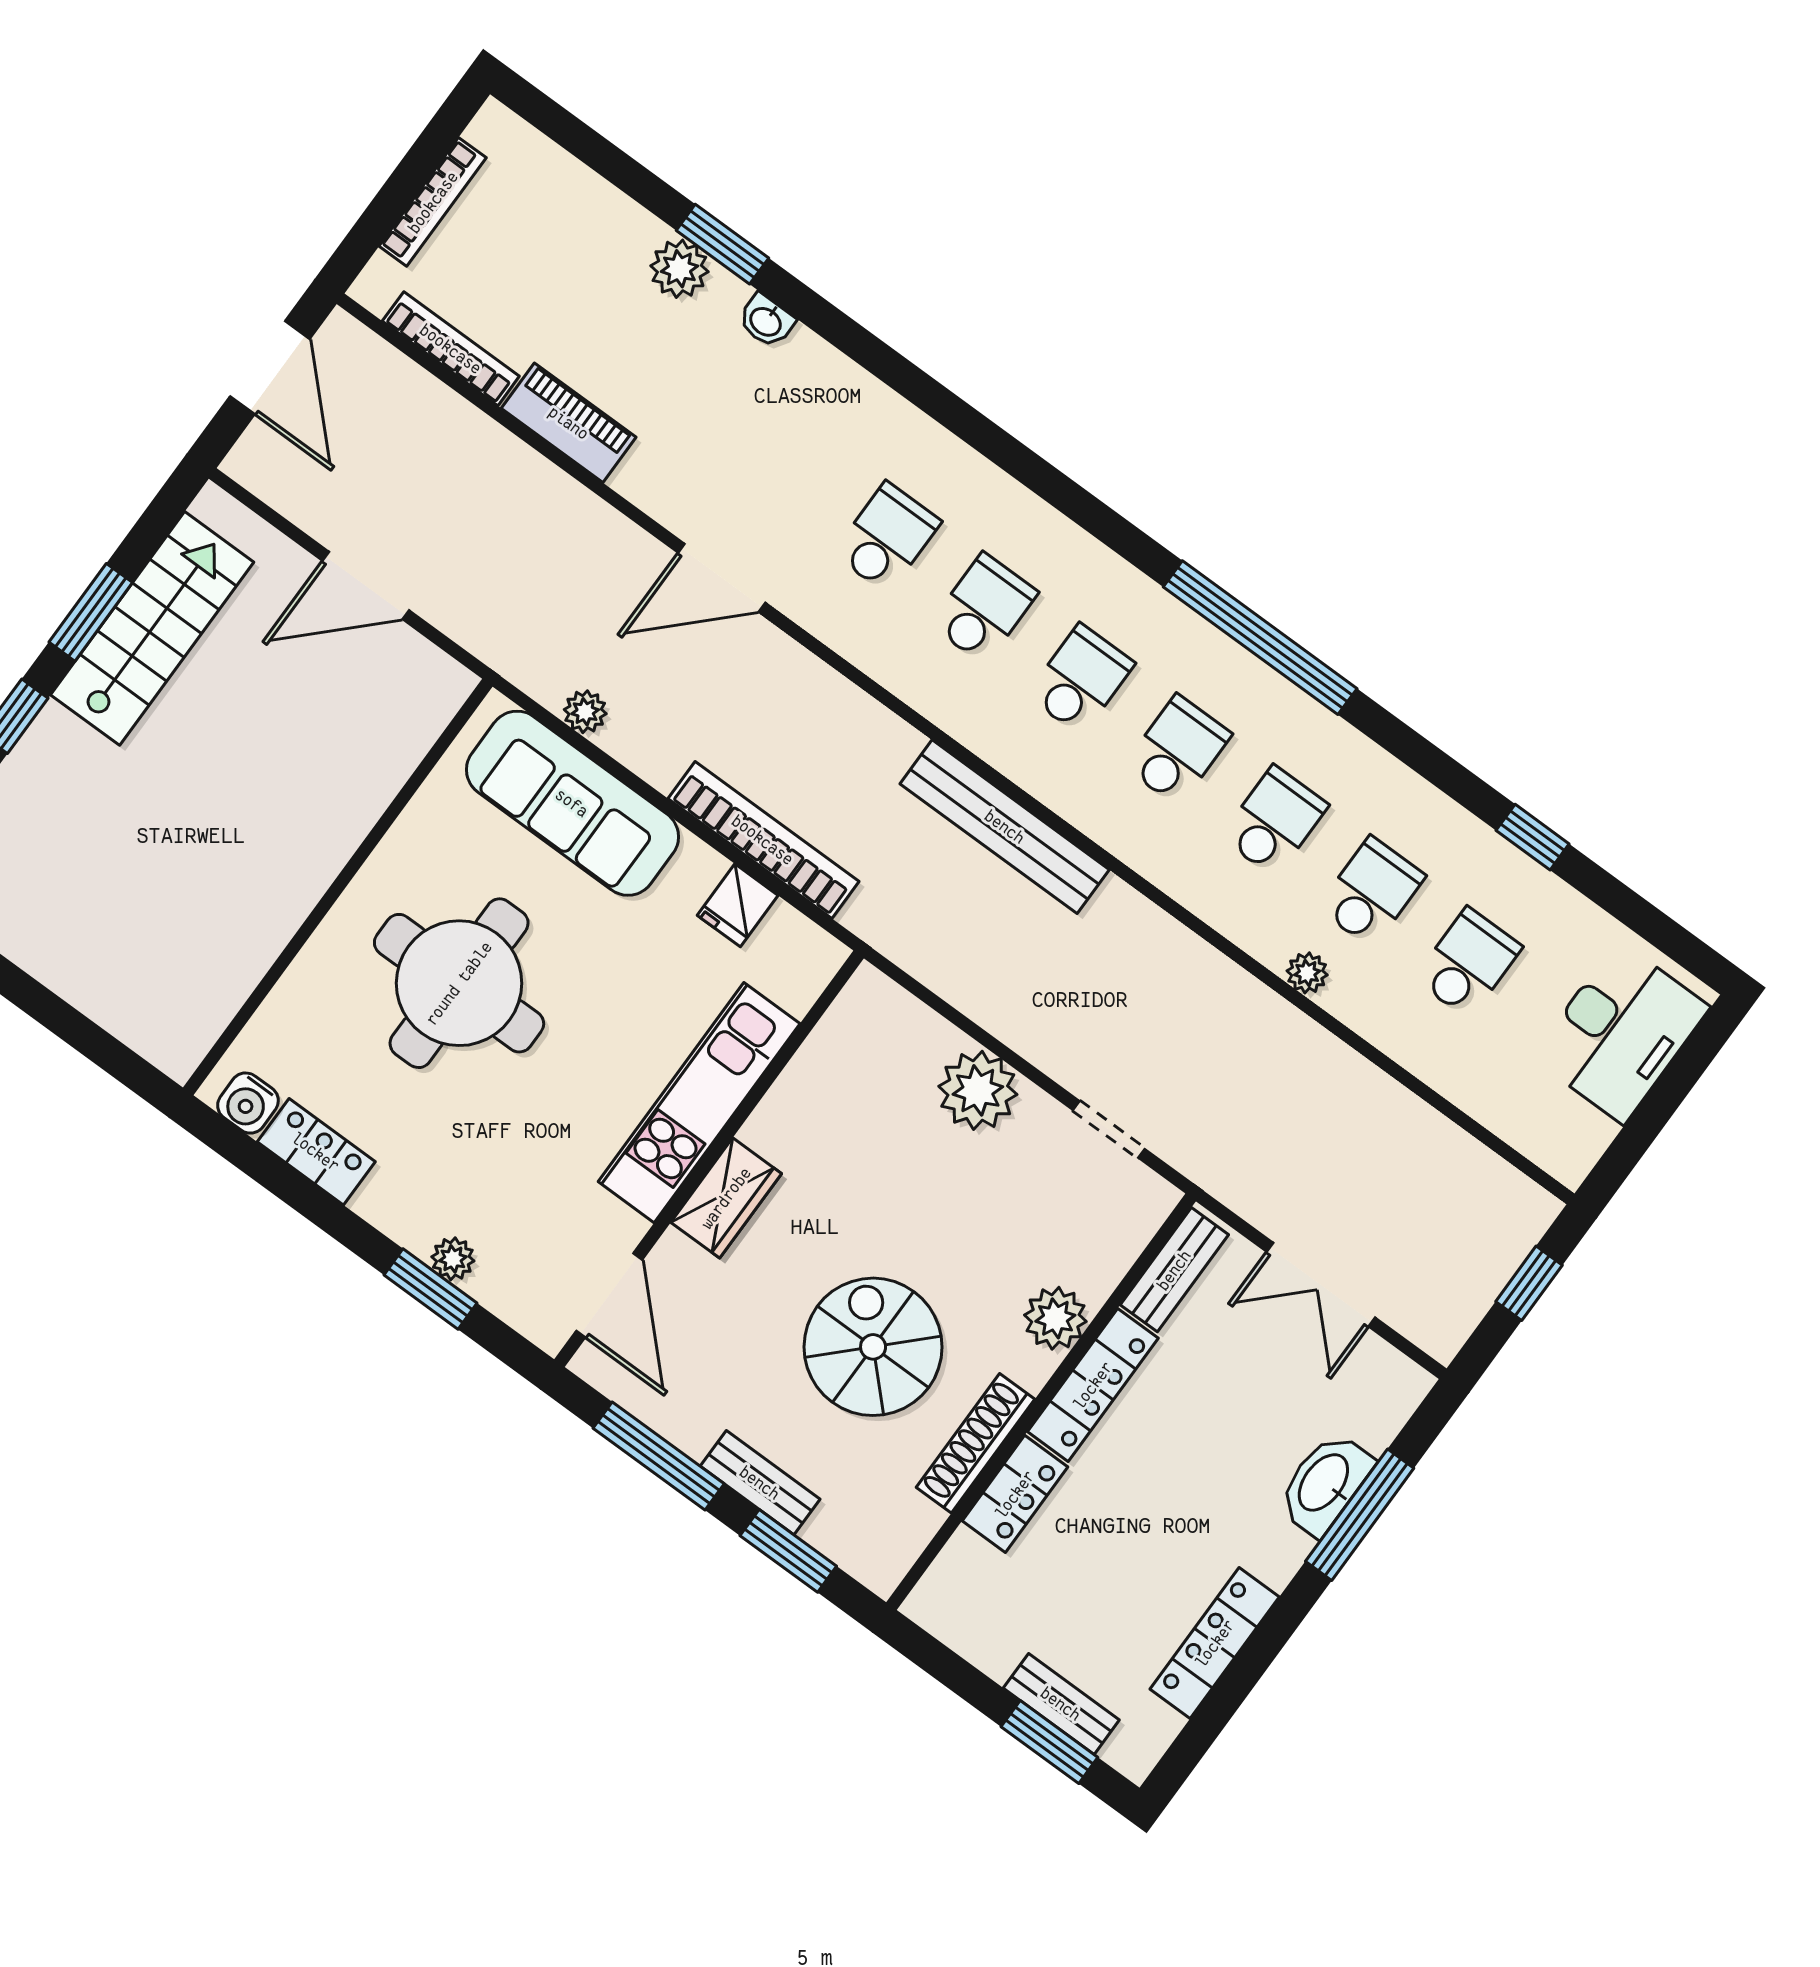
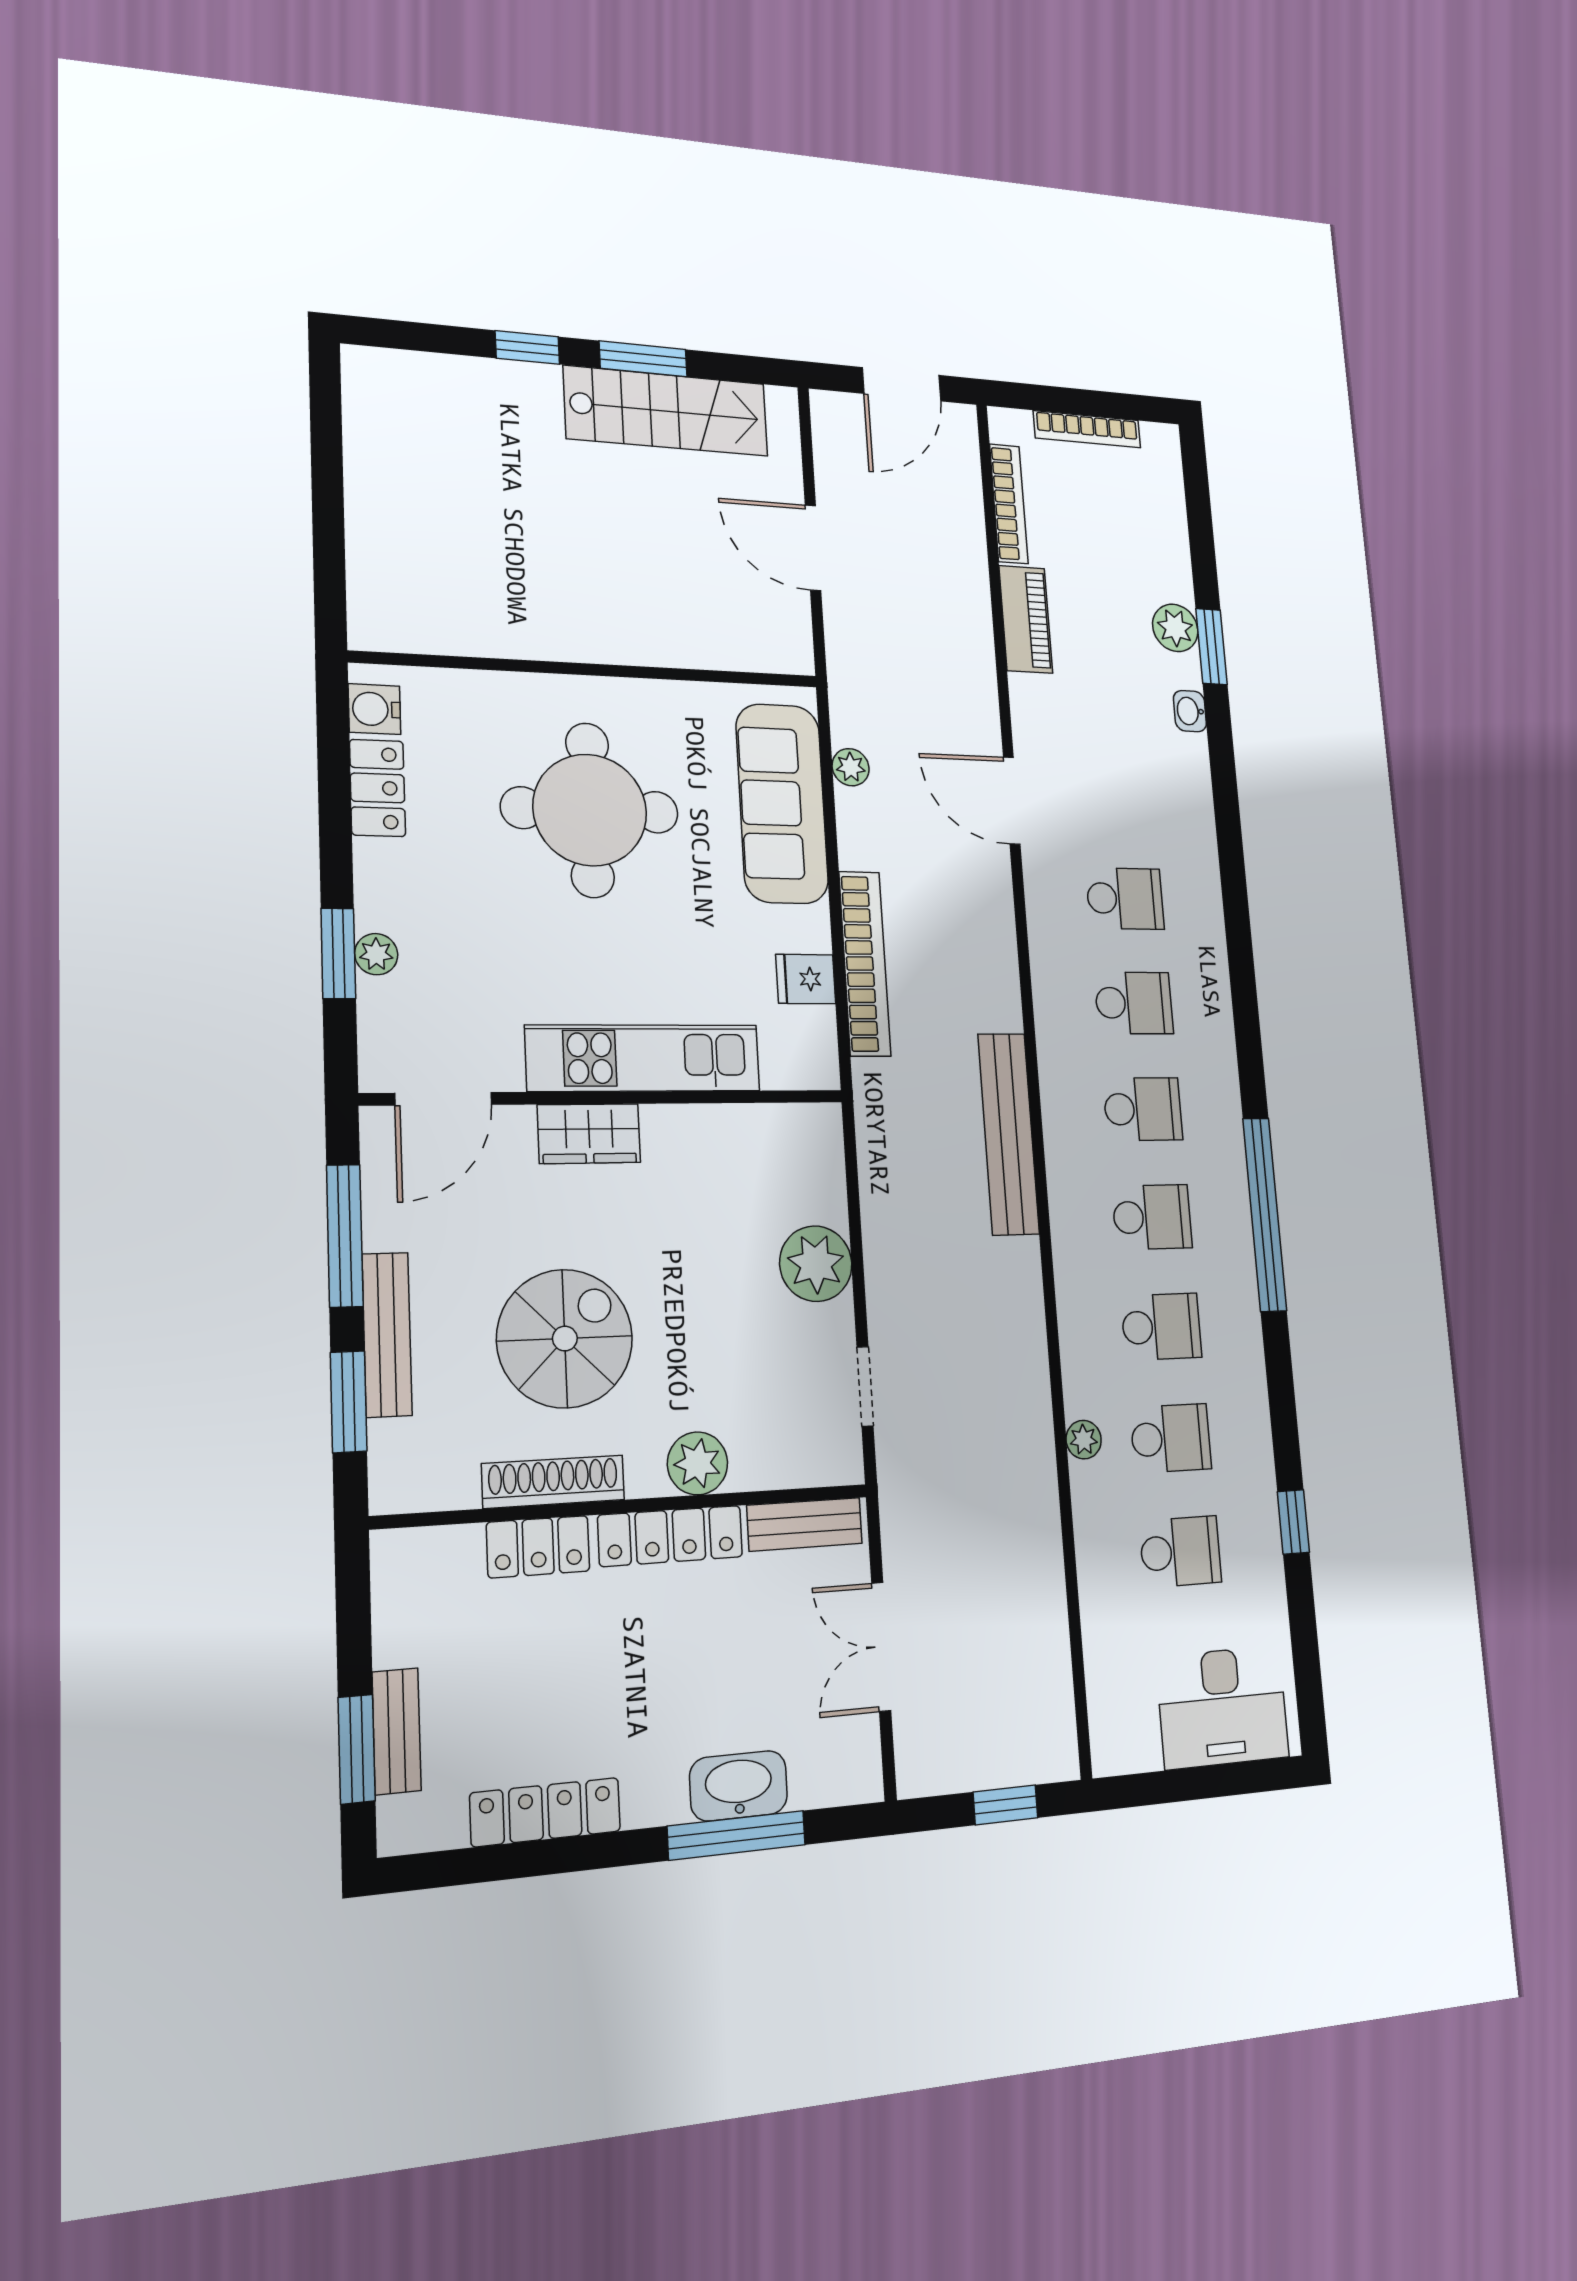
bench: (760, 1483) -> (387, 1334), width x1.36

